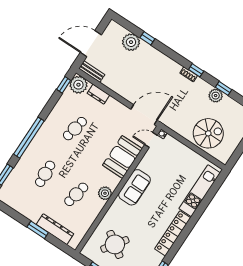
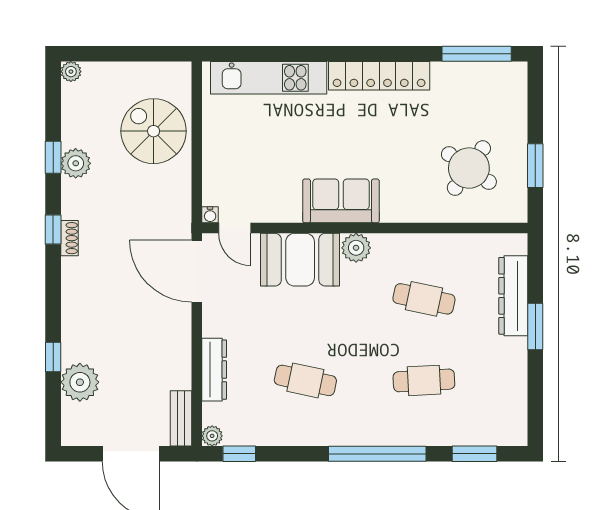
plant: (78, 85) -> (212, 436), width x0.53, depth x0.53
dresser: (98, 94) -> (214, 370), width x1.44
plant: (105, 193) -> (356, 248), moved

